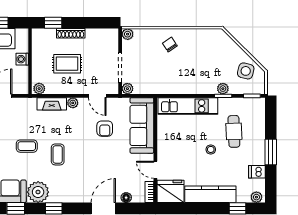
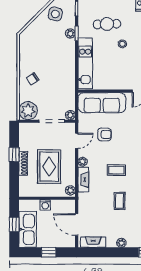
window: (53, 23) -> (14, 155), moved
plant: (128, 34) -> (28, 111), width x1.88, depth x1.88
rug: (67, 64) -> (49, 167), width x1.36, depth x1.43
coffee table: (58, 154) -> (116, 170), moved

